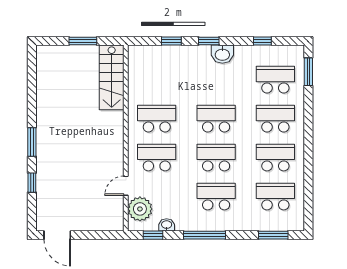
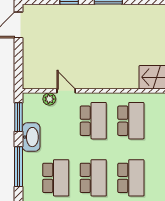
plant: (140, 209) -> (49, 99), width x0.53, depth x0.53
washbasin: (167, 225) -> (31, 137), width x1.91, depth x1.45
window: (153, 235) -> (19, 117), width x1.50

